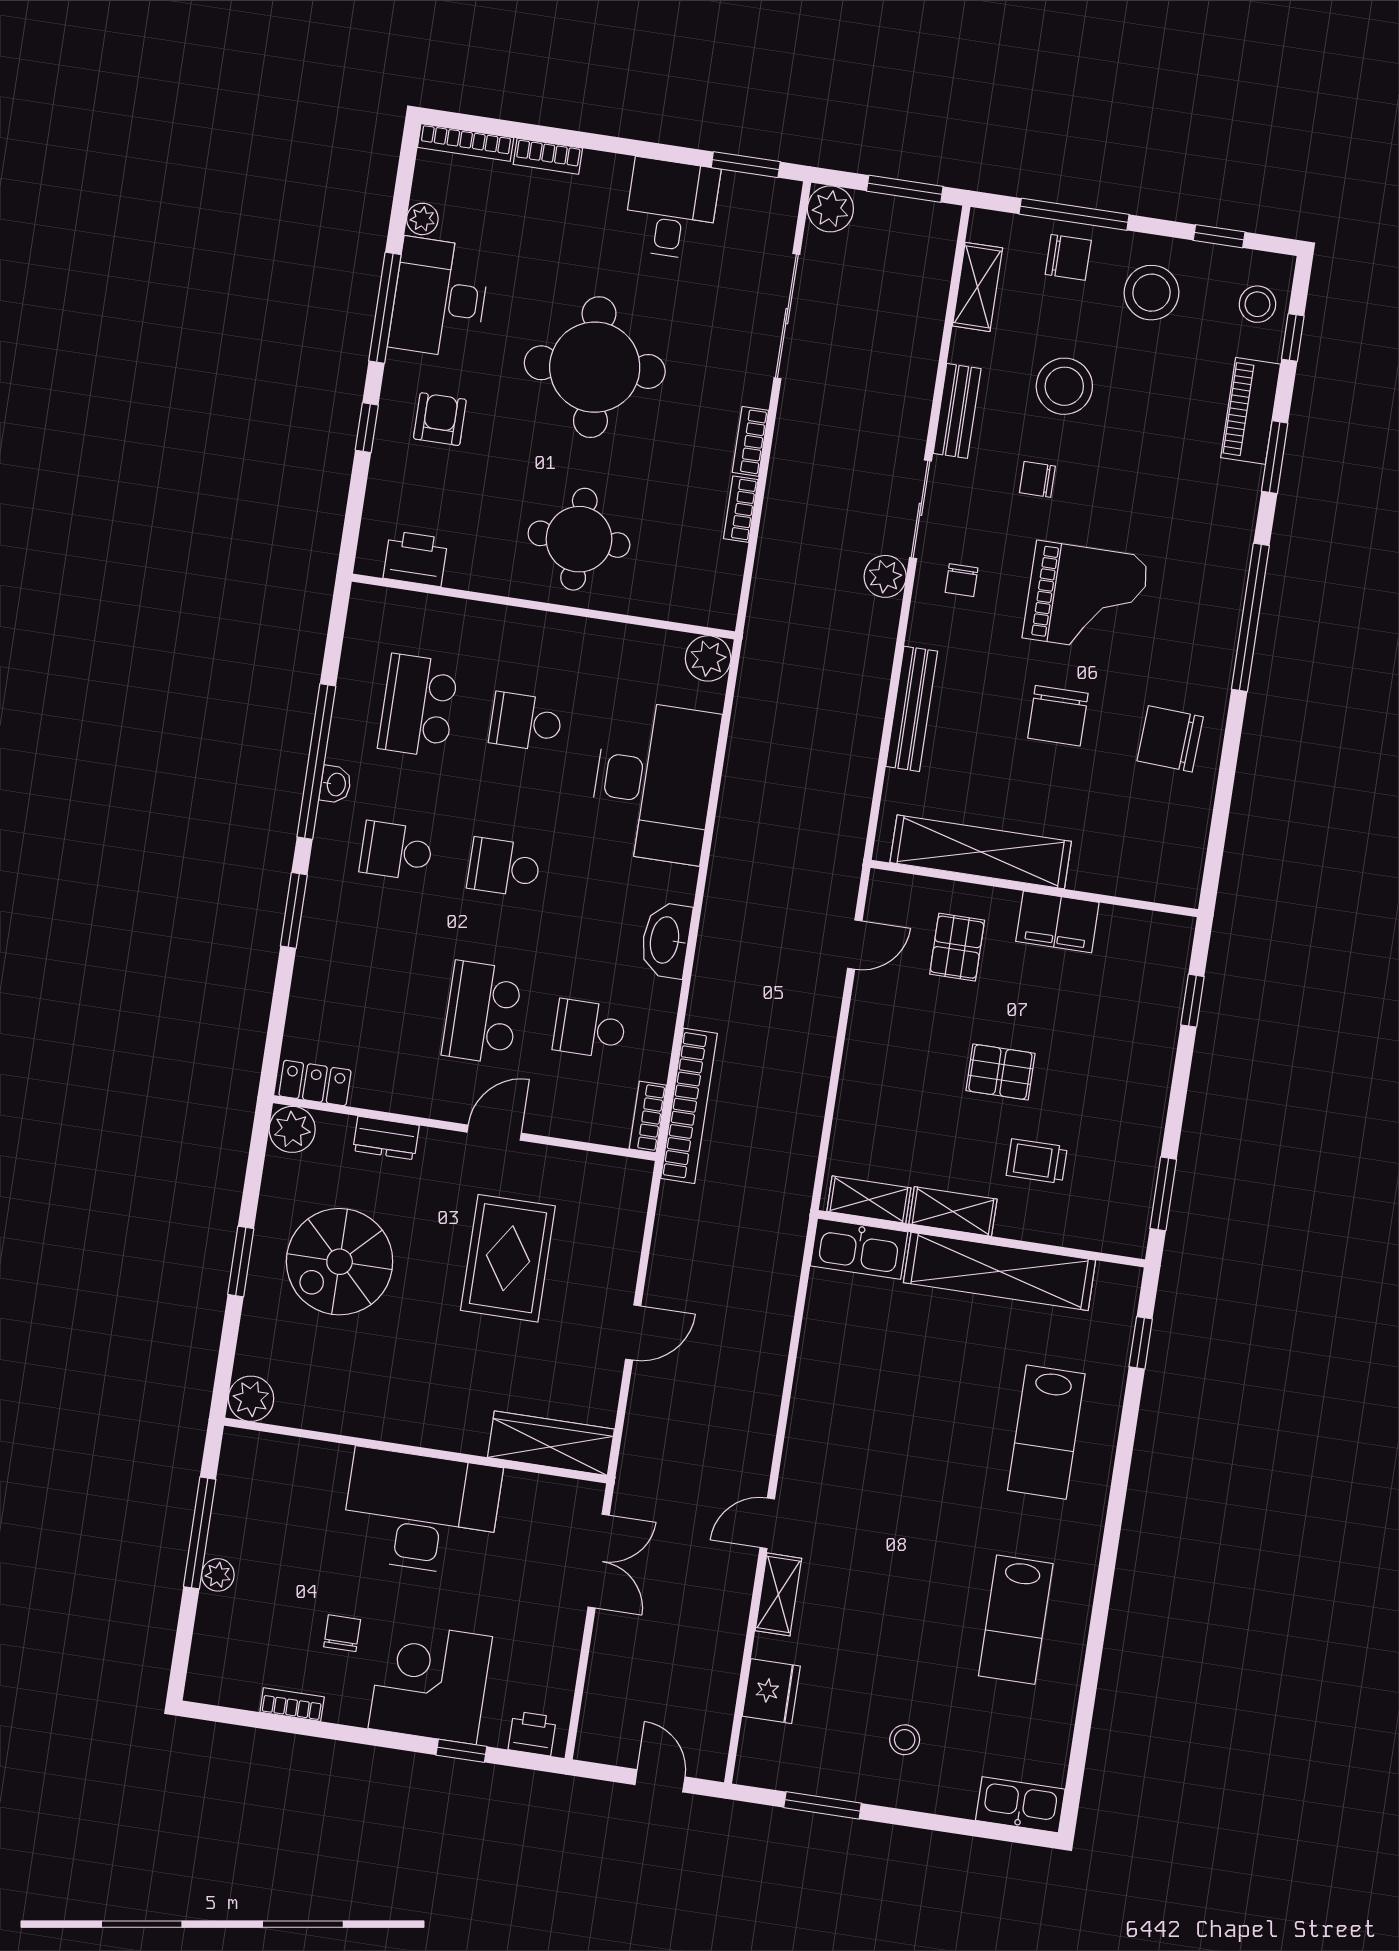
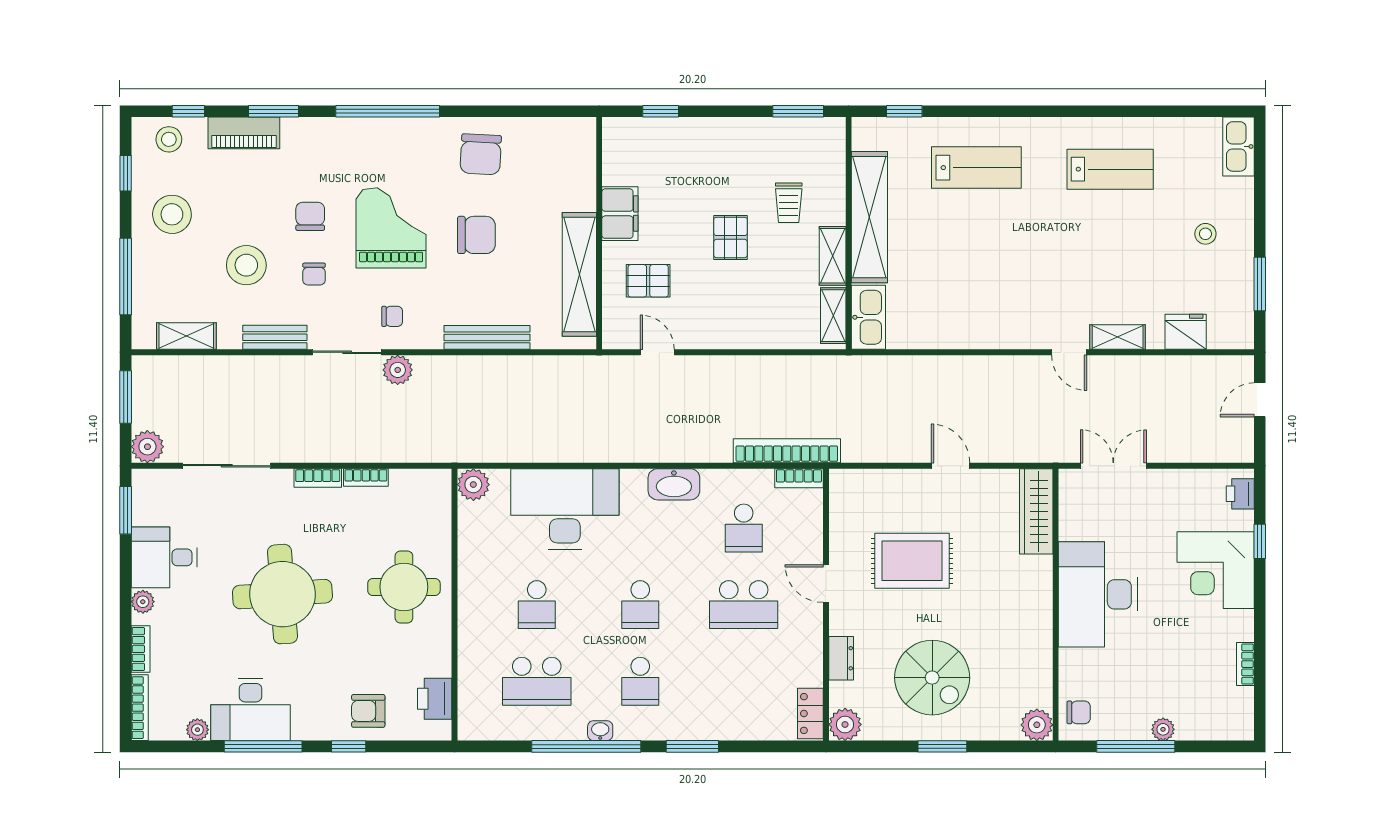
plant: (614, 169) -> (143, 602), added
chair: (1068, 257) -> (310, 216), moved
armchair: (440, 419) -> (368, 711), moved
chair: (342, 1633) -> (1079, 712), moved, turned 180

